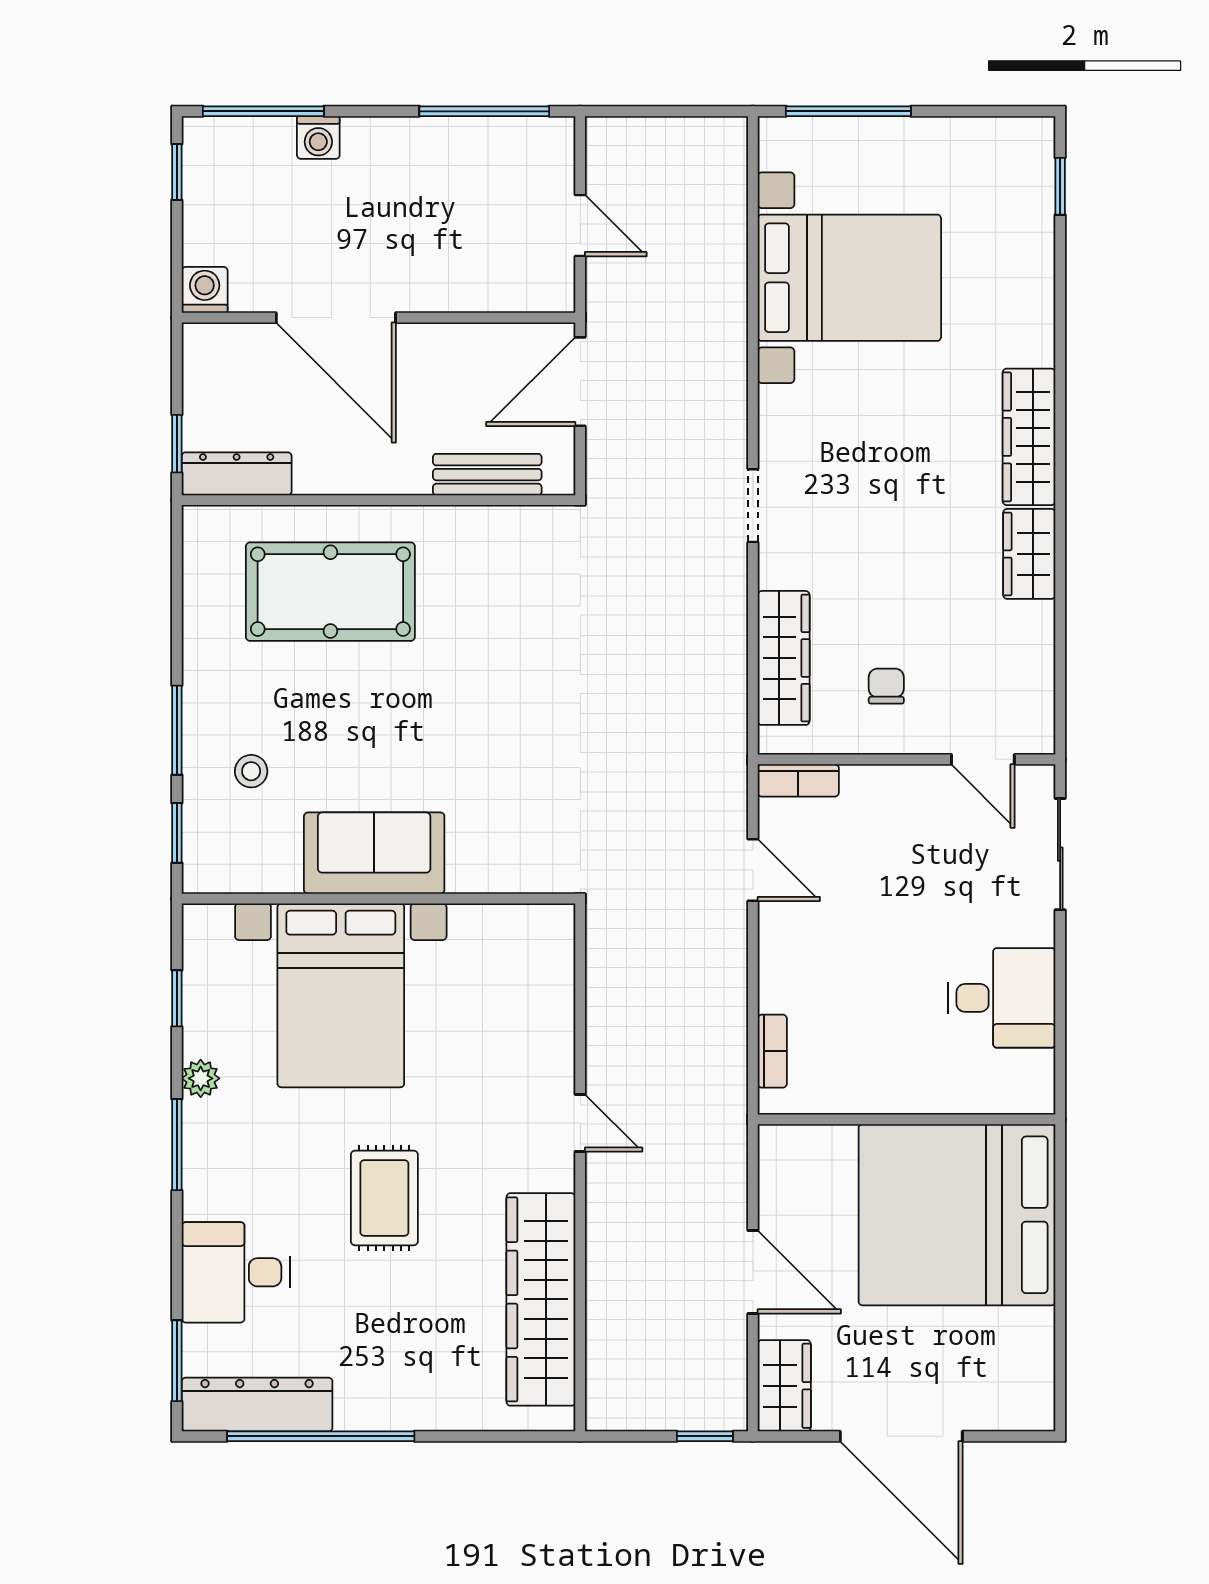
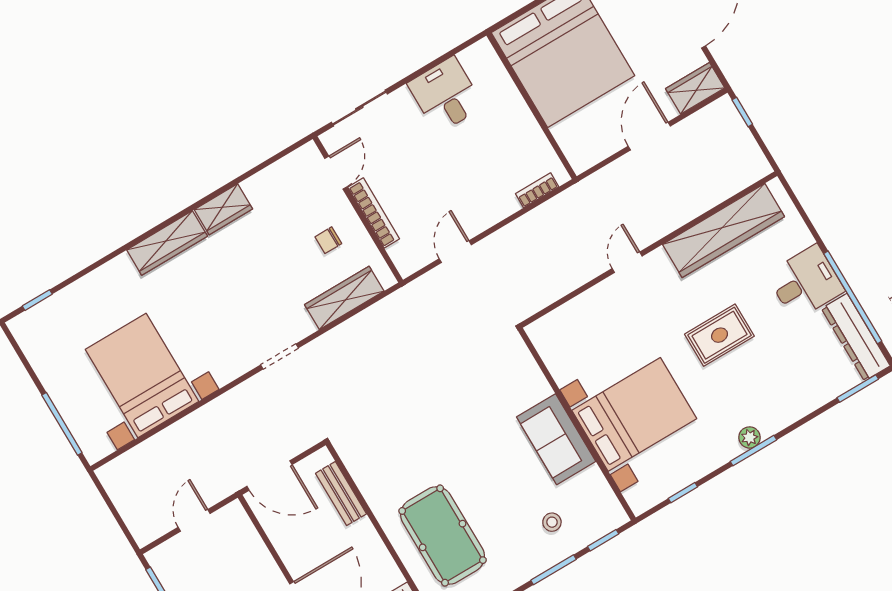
bookcase: (798, 780) -> (374, 213), moved, width x1.56
plant: (201, 1078) -> (749, 437), moved
desk: (236, 1272) -> (805, 283), moved, turned -90

